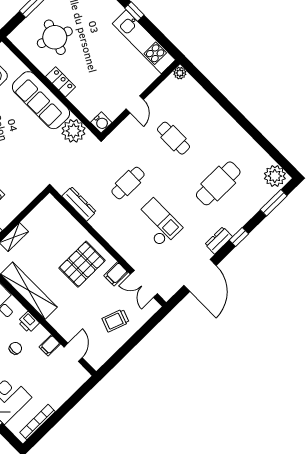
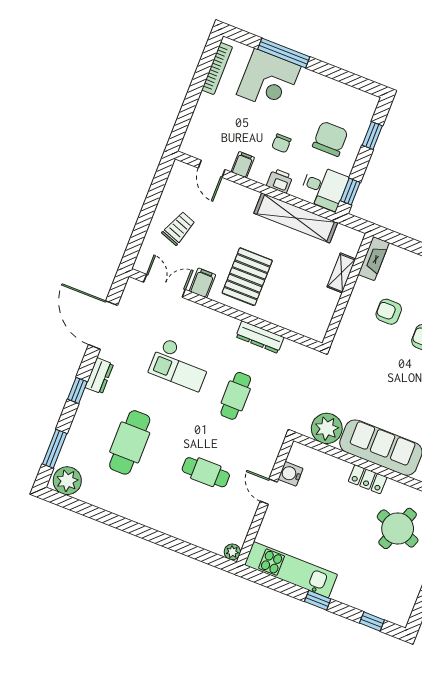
water cooler: (101, 122) -> (290, 474), moved
dresser: (79, 204) -> (260, 337), moved

